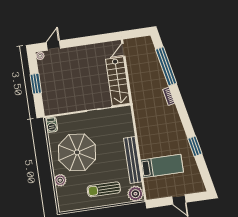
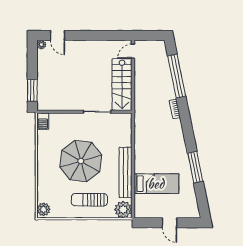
door: (53, 45) -> (58, 35), swing flipped
window: (36, 84) -> (32, 90), moved
window: (195, 146) -> (195, 167), width x1.44
parasol: (77, 152) -> (81, 161), moved
plant: (60, 180) -> (44, 209), moved

